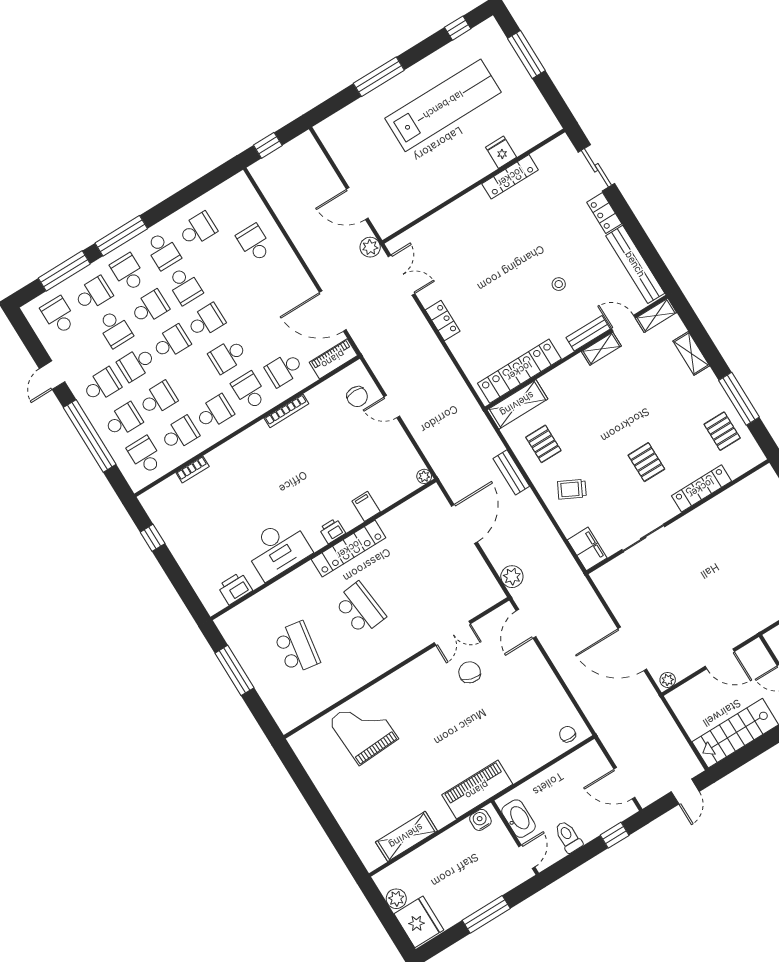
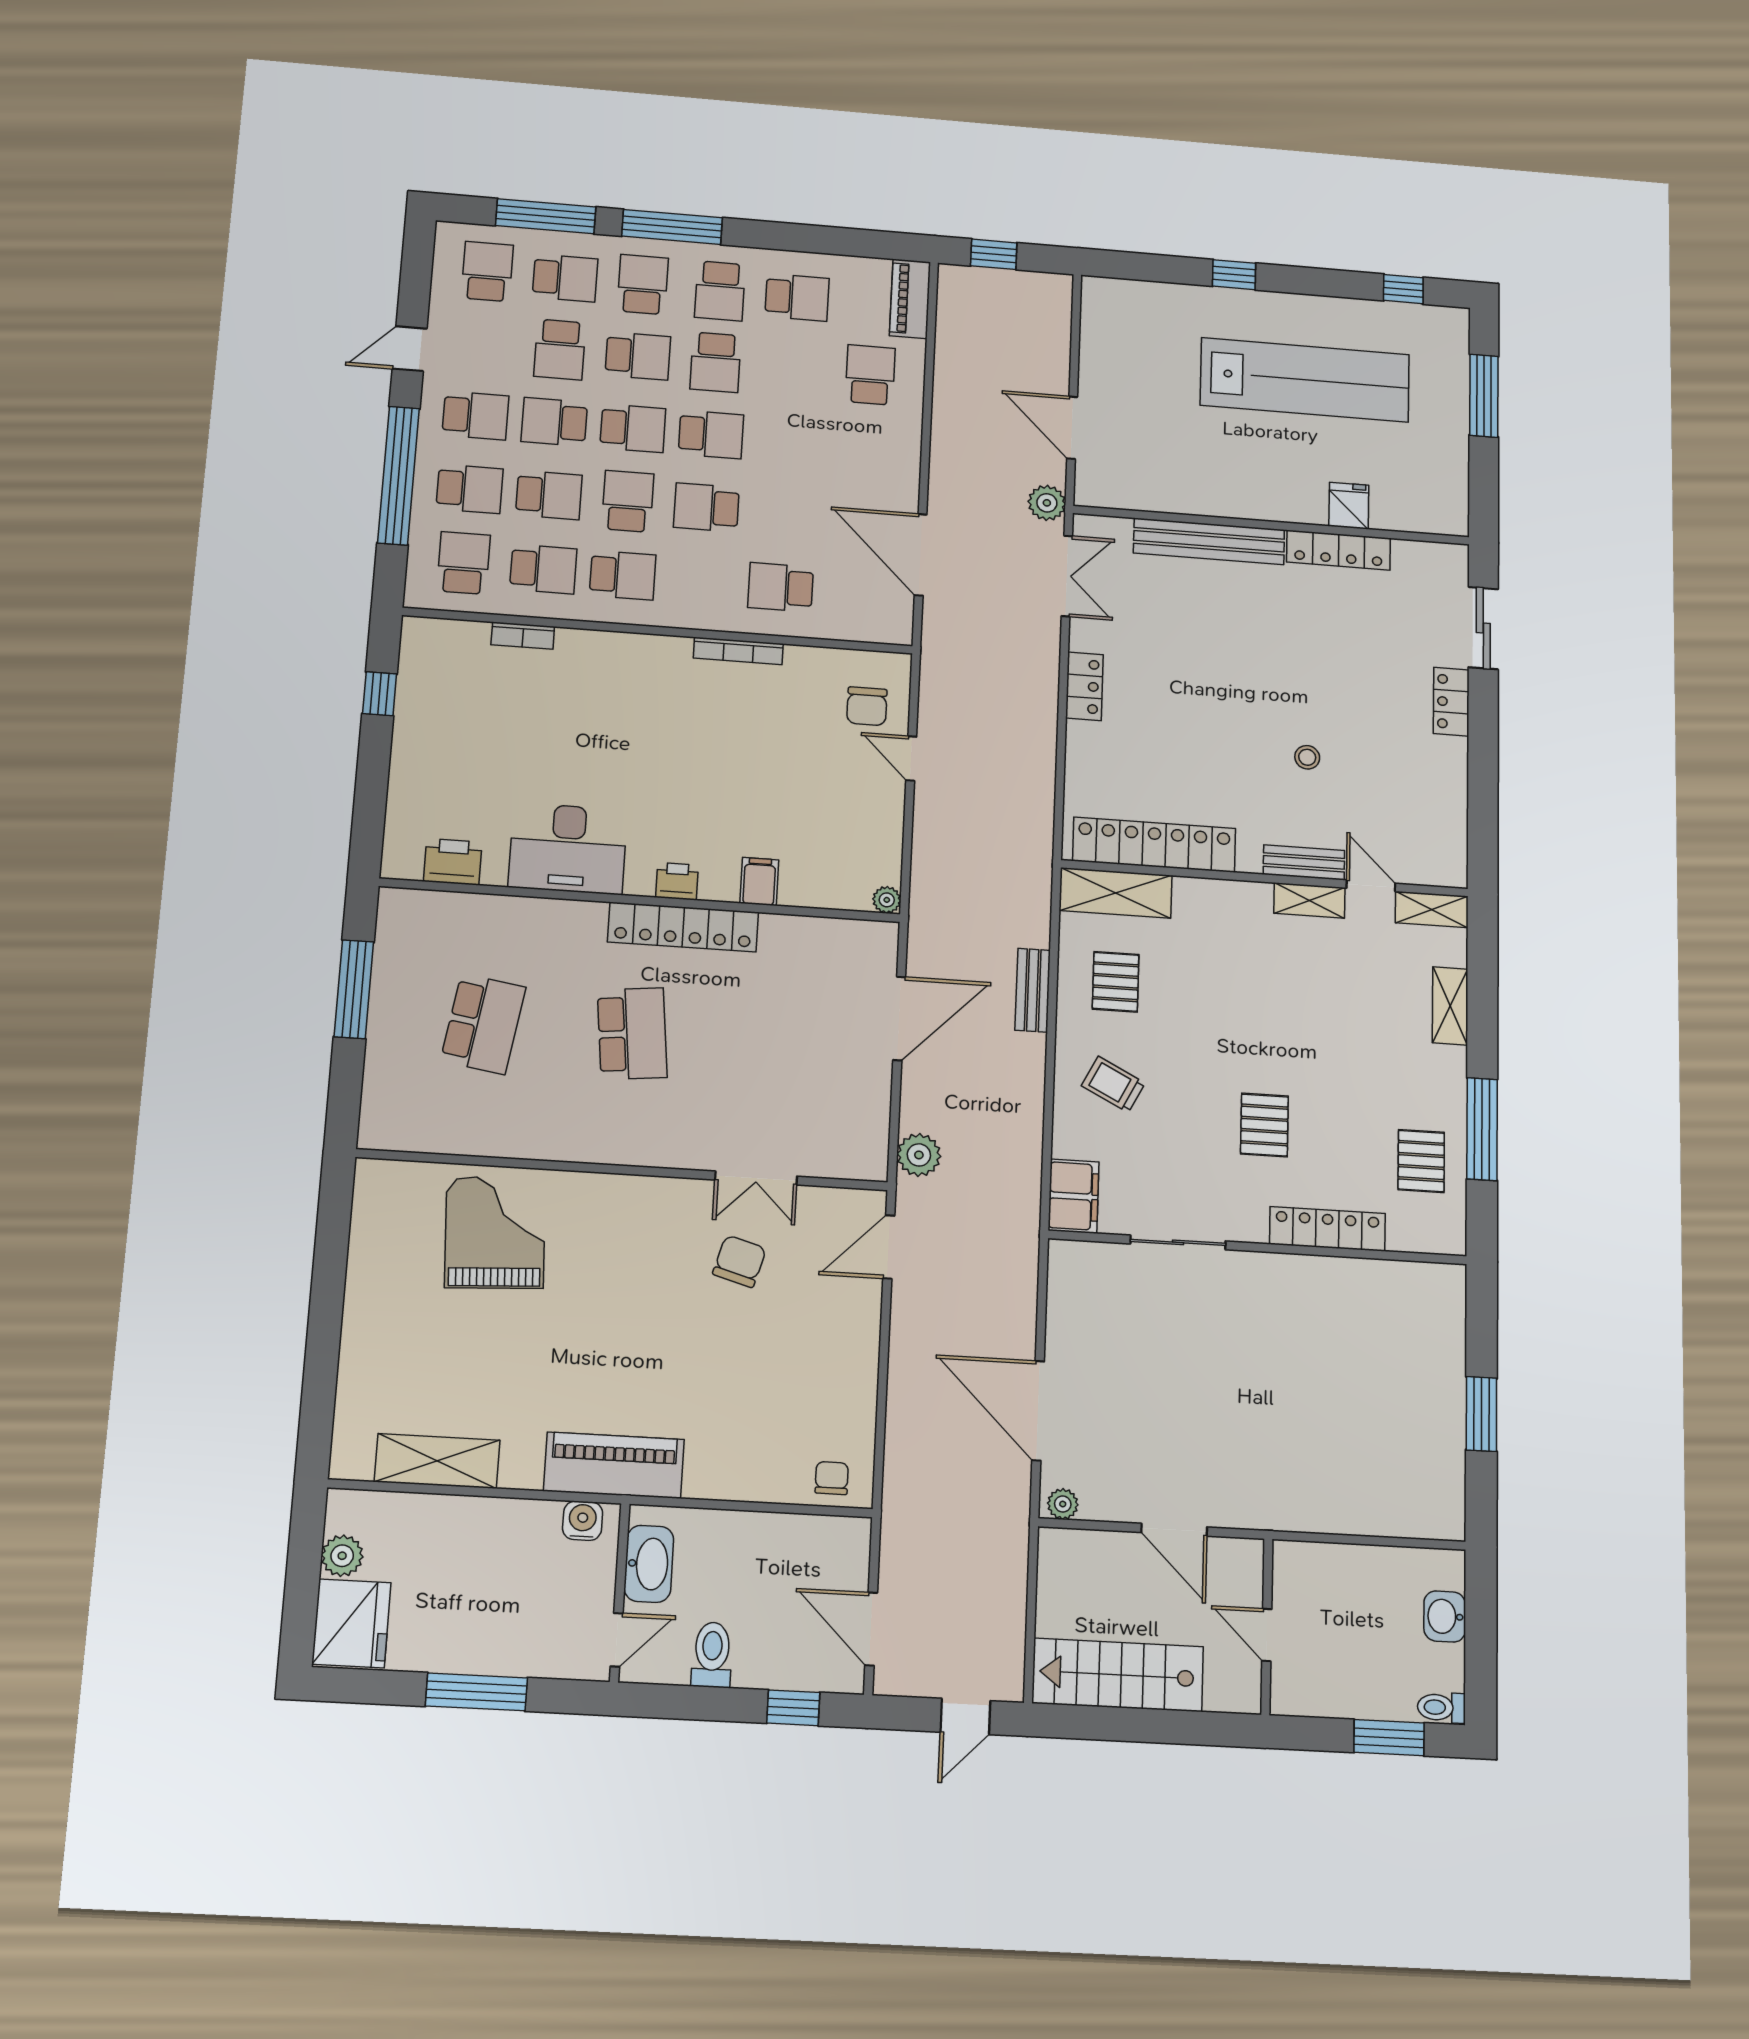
window: (379, 77) -> (1234, 275), width x0.46
bench: (635, 264) -> (1209, 541), moved, turned 90
piano: (333, 359) -> (910, 299), moved, turned -90
school desk: (249, 391) -> (628, 501), moved

